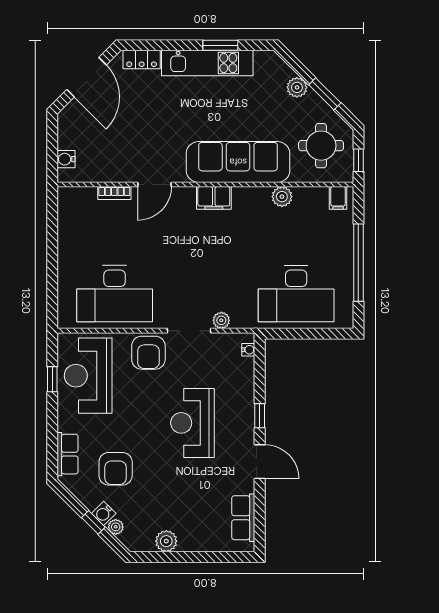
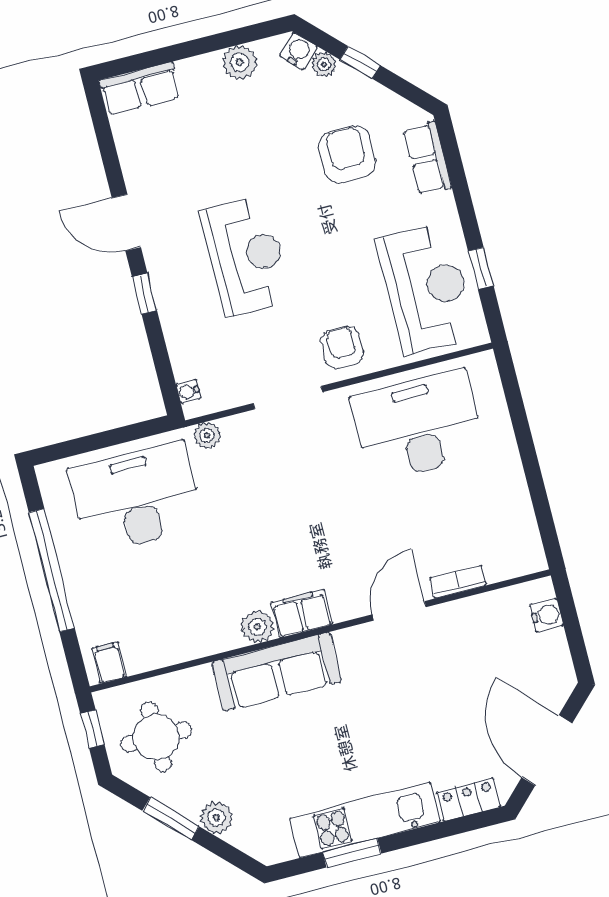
sofa: (238, 162) -> (277, 672), width x0.74, depth x0.79
plant: (282, 197) -> (257, 627), moved
plant: (221, 320) -> (207, 435), moved
armchair: (148, 353) -> (342, 347), width x0.72, depth x0.72
water cooler: (104, 513) -> (298, 51), moved
row of seats: (243, 518) -> (140, 89), moved, turned 90

